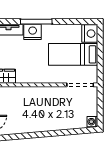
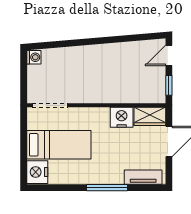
nightstand: (33, 32) -> (122, 117), moved, turned 180

